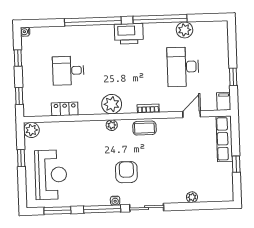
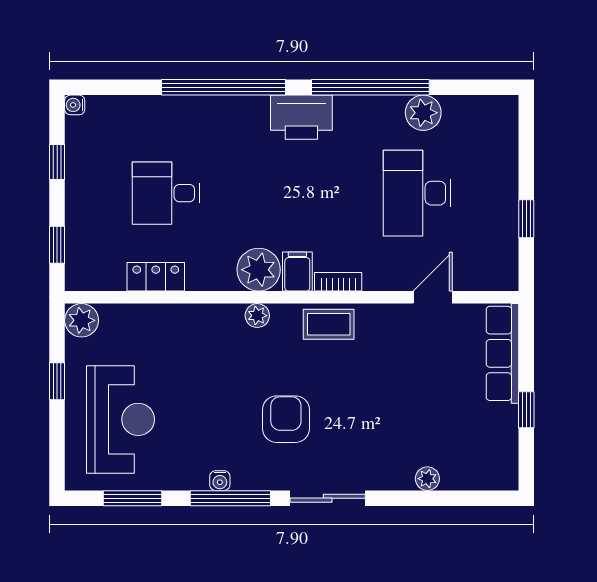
filing cabinet: (224, 101) -> (297, 272), moved
water cooler: (115, 201) -> (220, 481), moved

